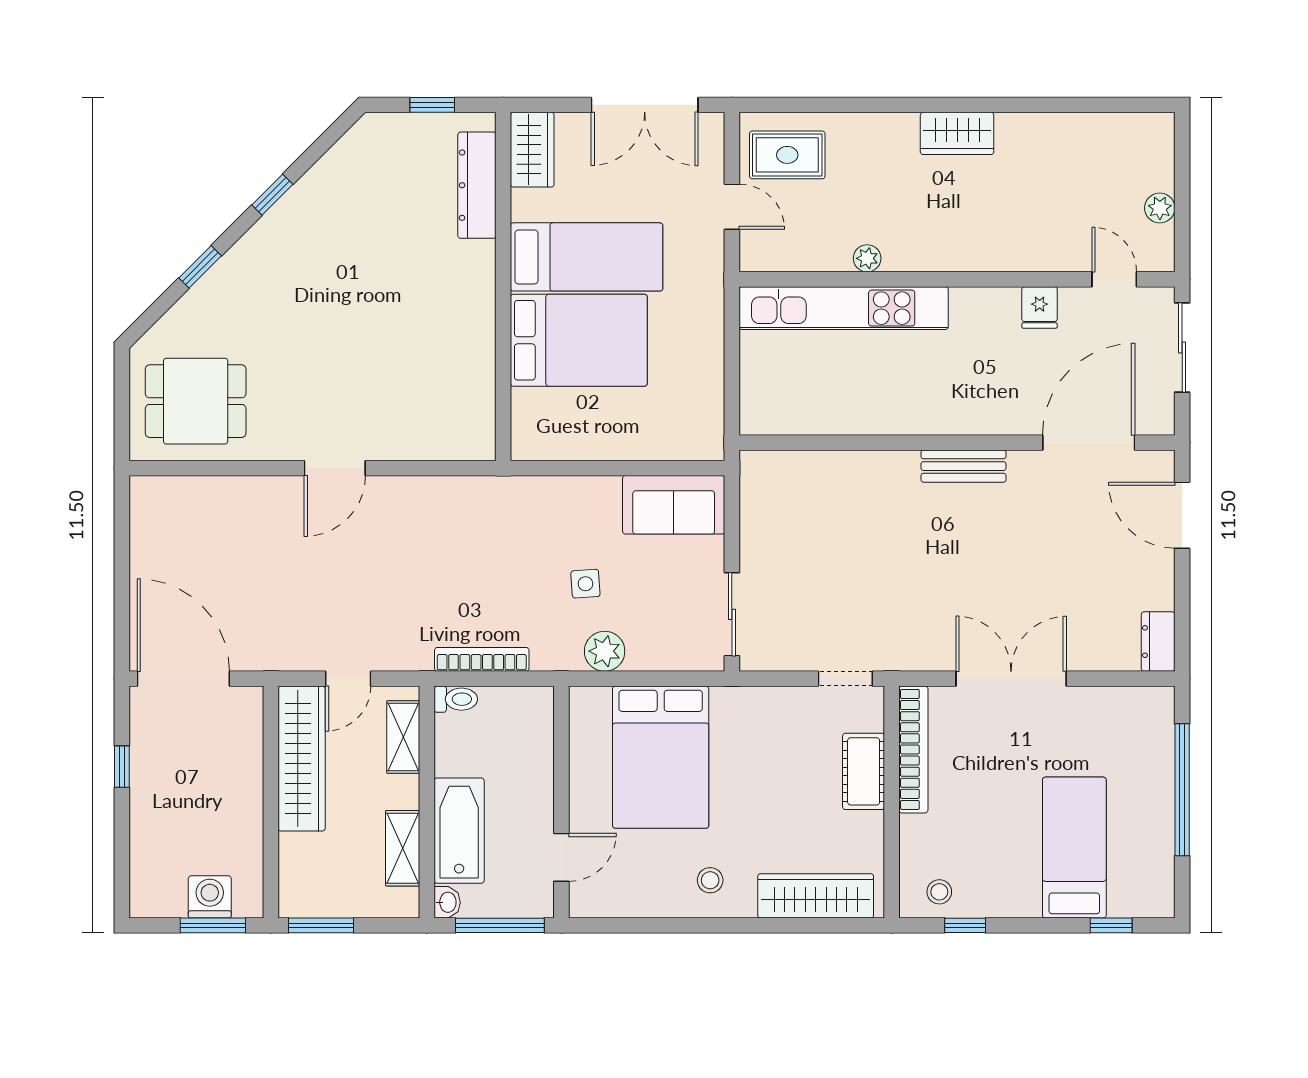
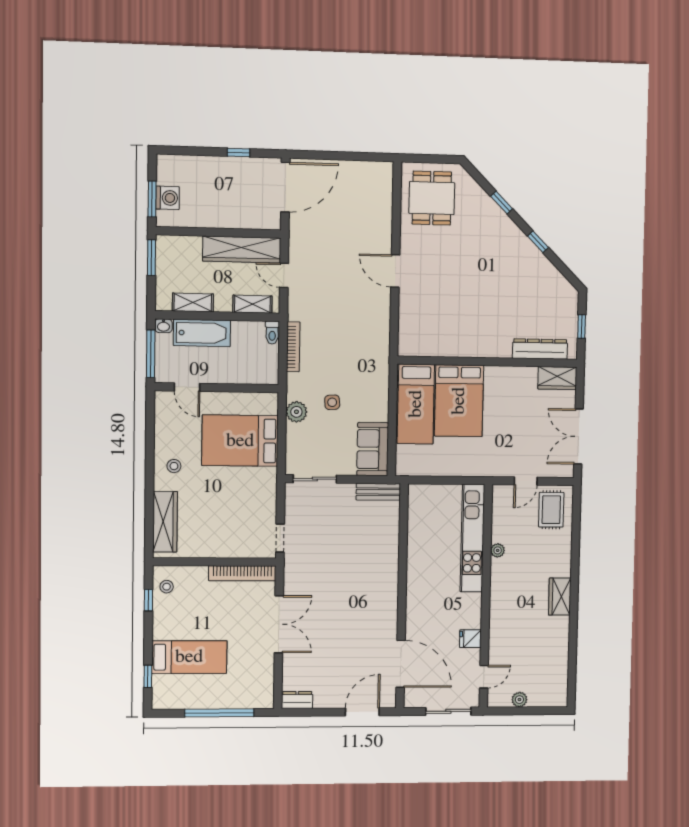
bed: (587, 257) -> (416, 404), moved
bench: (963, 466) -> (378, 492), moved, turned 90
cot: (864, 771) -> (231, 547), removed

